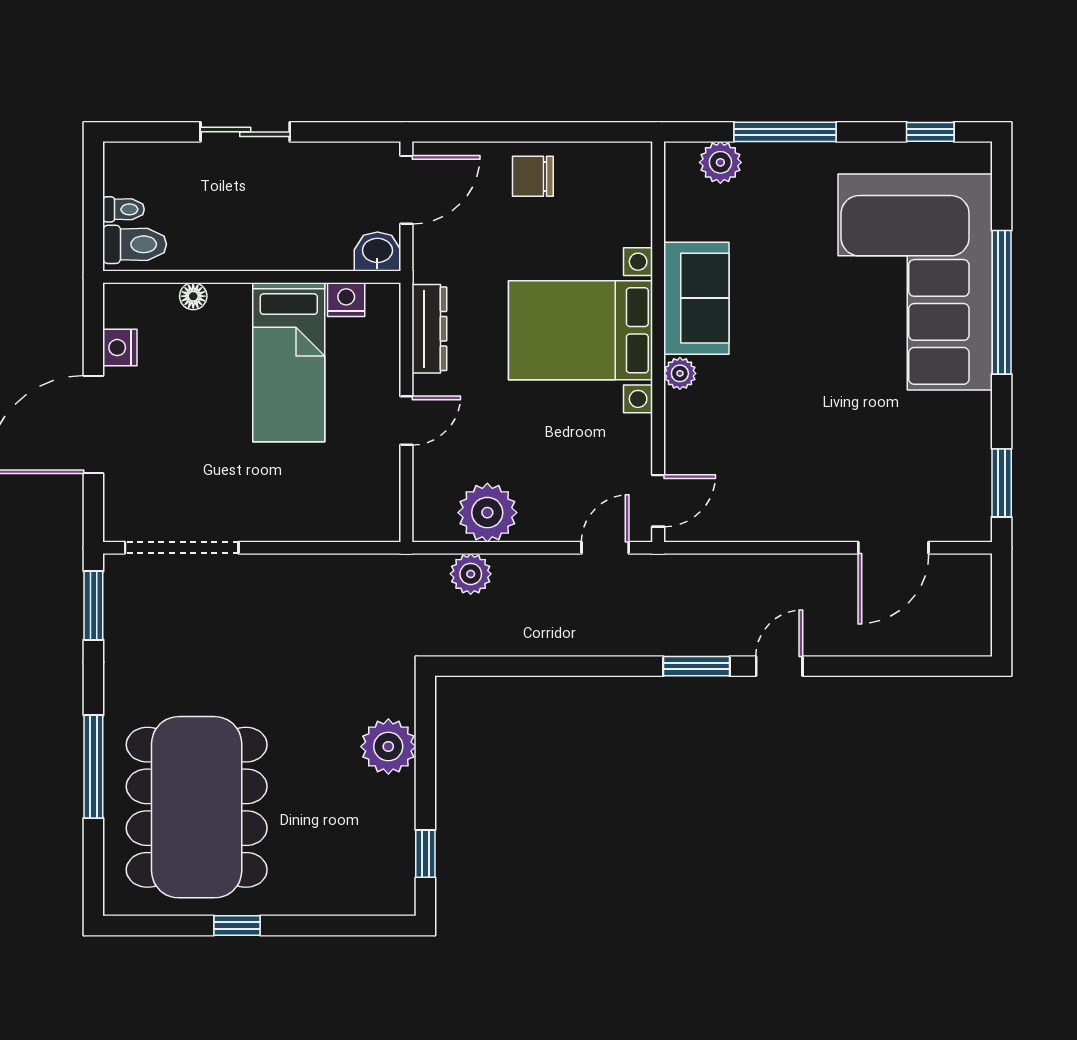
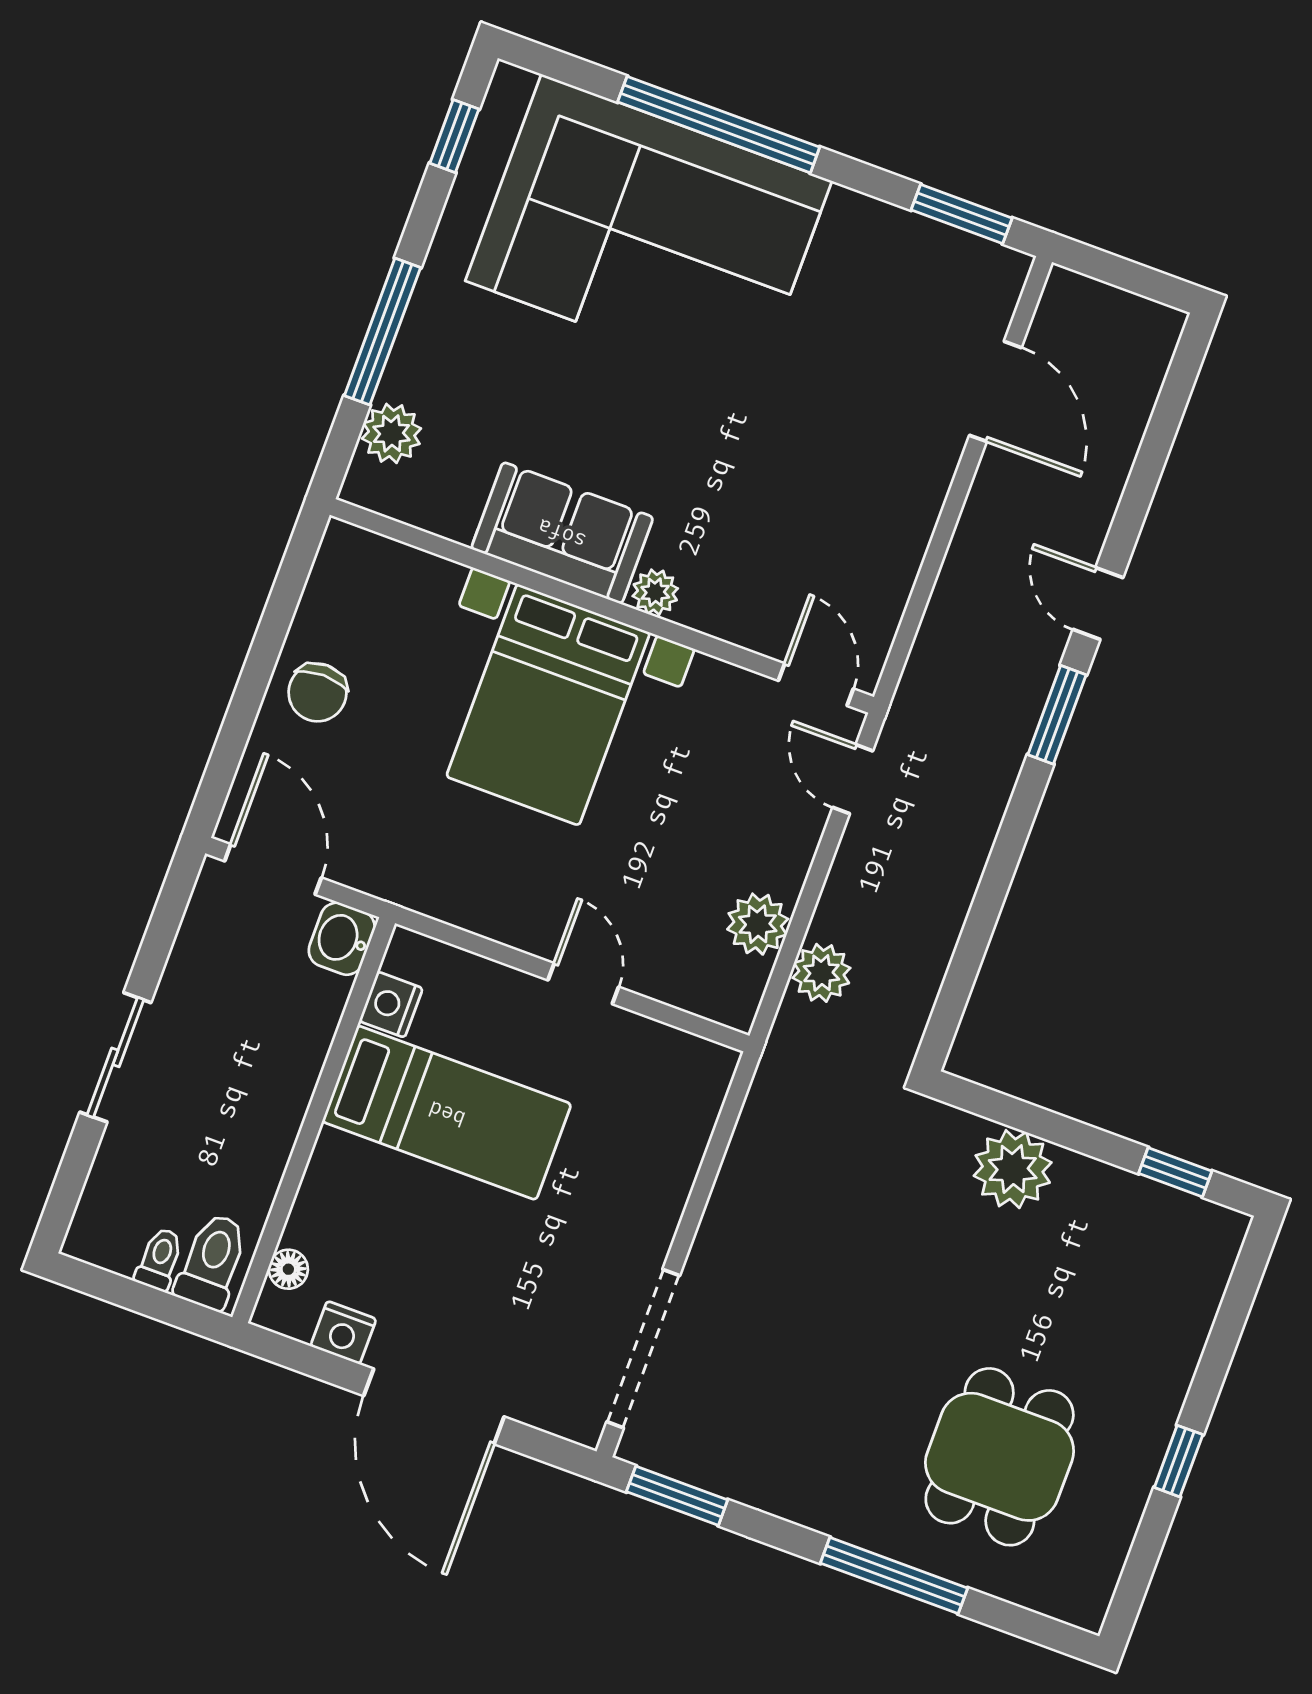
floor lamp: (193, 296) -> (288, 1269), moved
dresser: (429, 329) -> (471, 907), removed
plant: (487, 513) -> (758, 924), width x0.73, depth x0.73
dining table: (197, 807) -> (1000, 1457), width x0.53, depth x0.80

